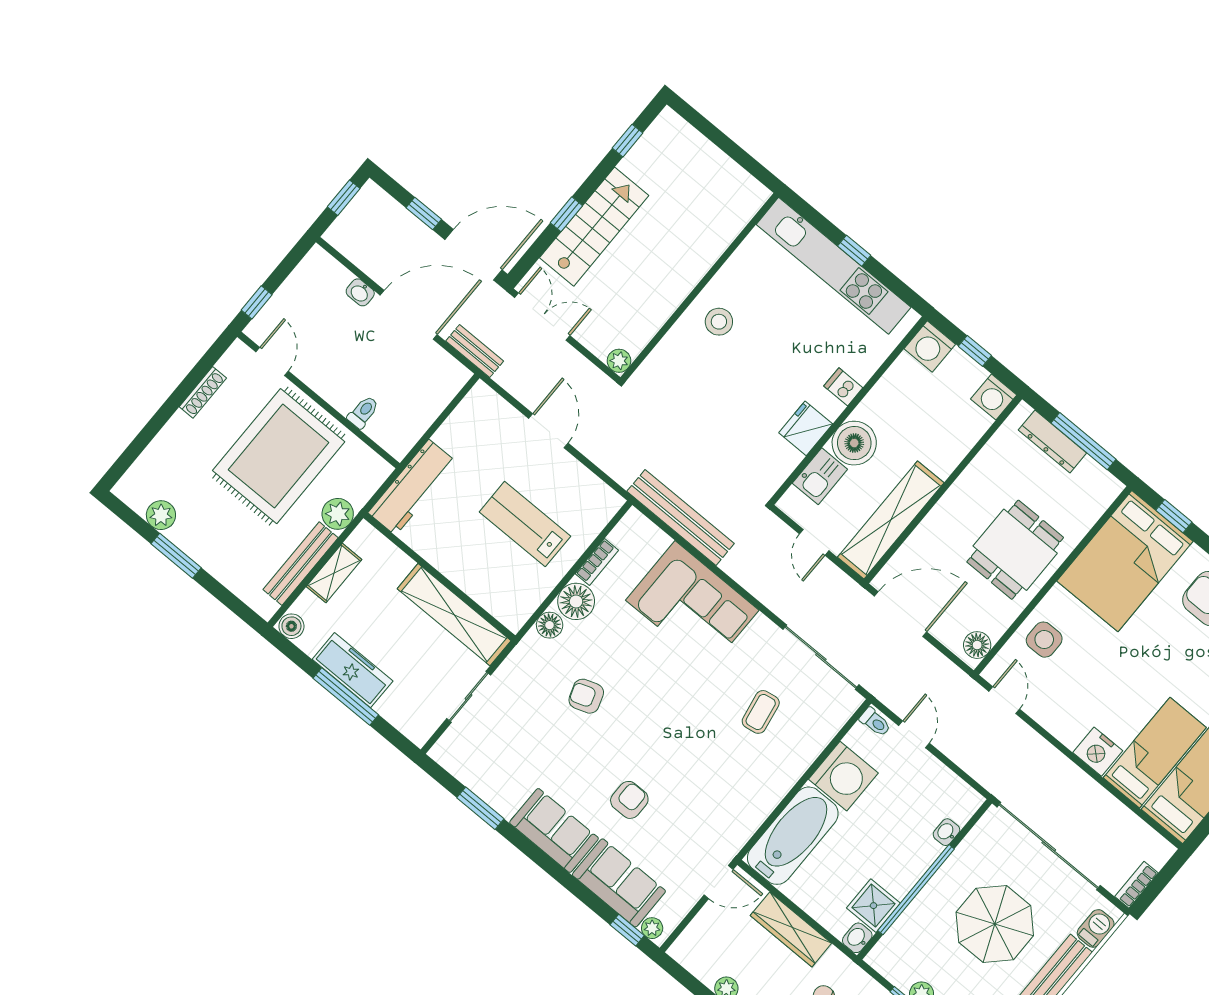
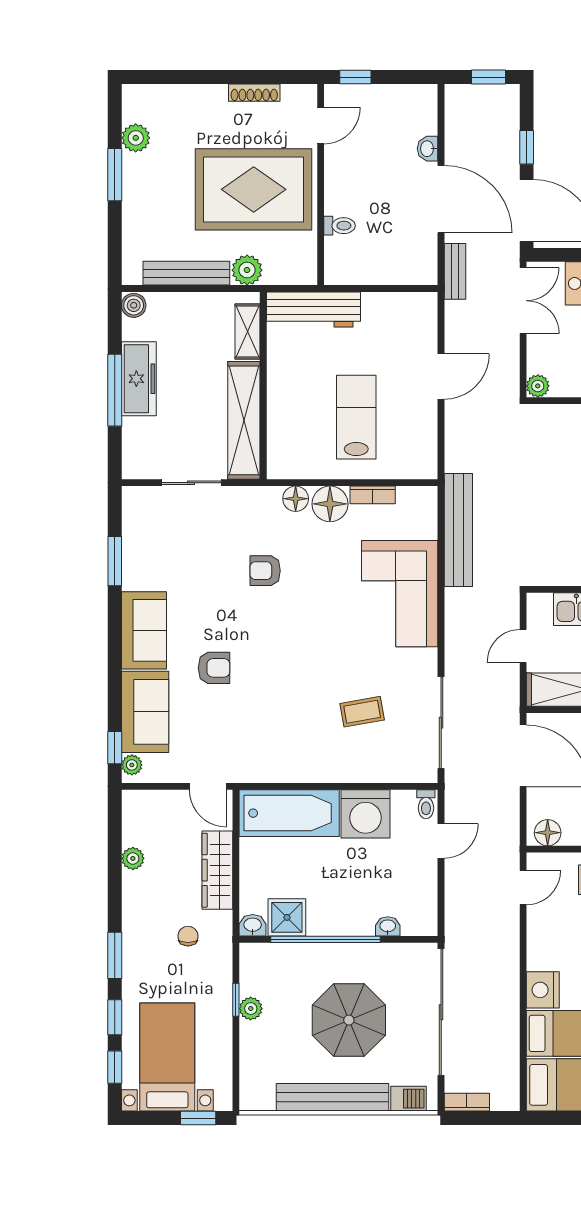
shelving: (334, 573) -> (248, 332), moved, turned 90
armchair: (586, 696) -> (265, 571), turned -71

